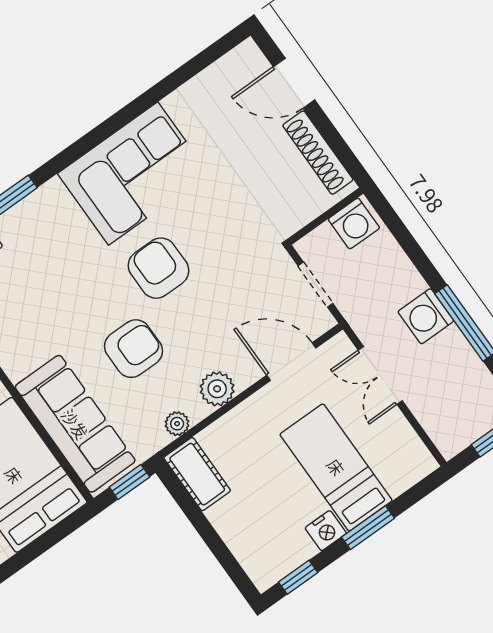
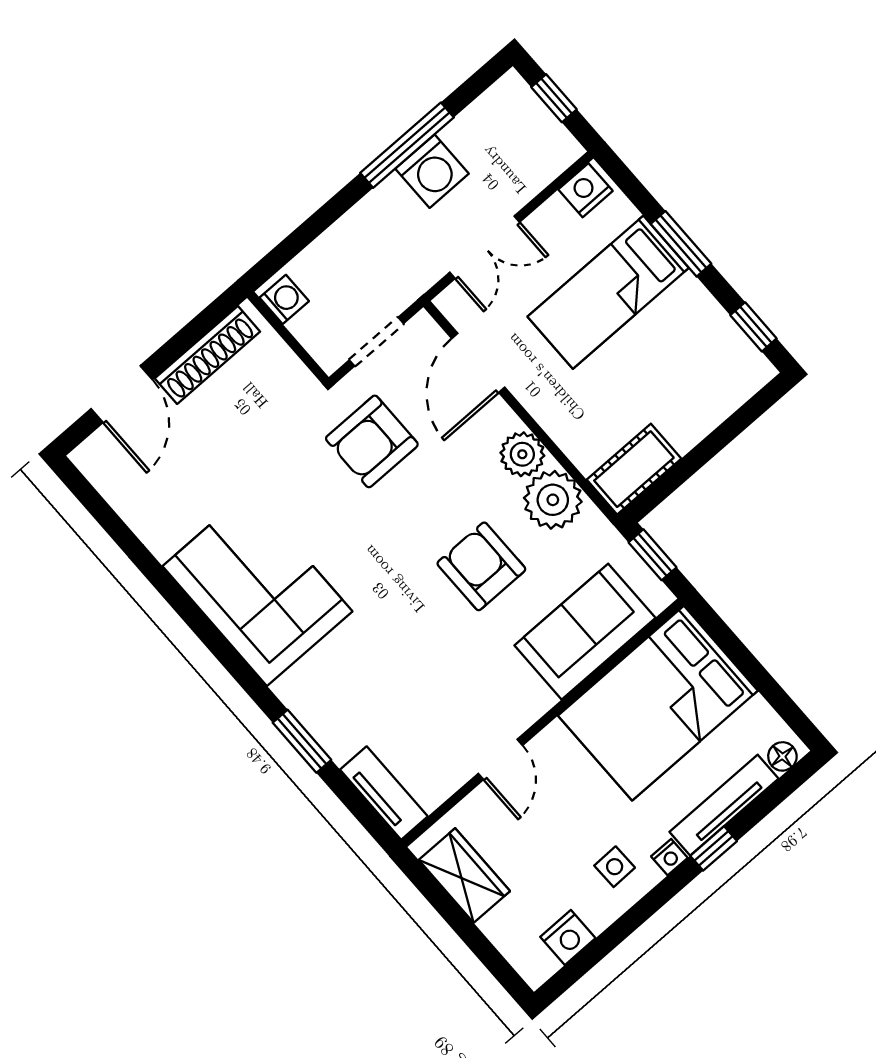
washing machine: (354, 223) -> (284, 299), width x0.73, depth x0.73
armchair: (159, 268) -> (372, 441), moved
washing machine: (426, 316) -> (432, 171), moved
sofa: (75, 424) -> (585, 632), width x0.73
plant: (177, 424) -> (553, 500), width x1.87, depth x1.87
nightstand: (326, 531) -> (586, 190), moved, turned -90

